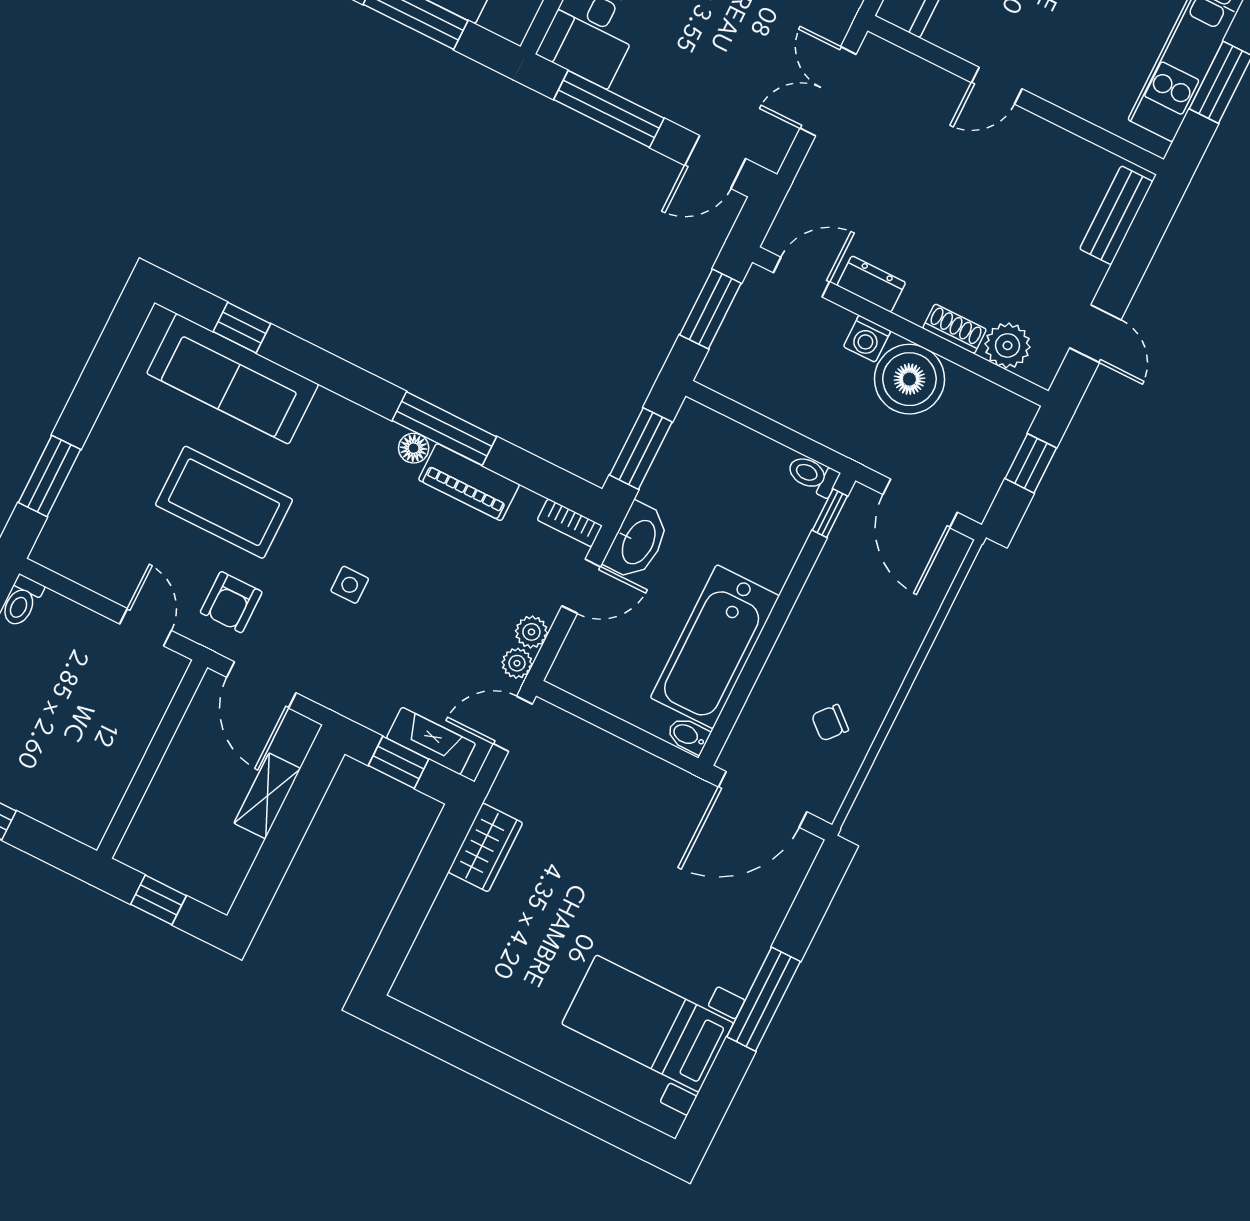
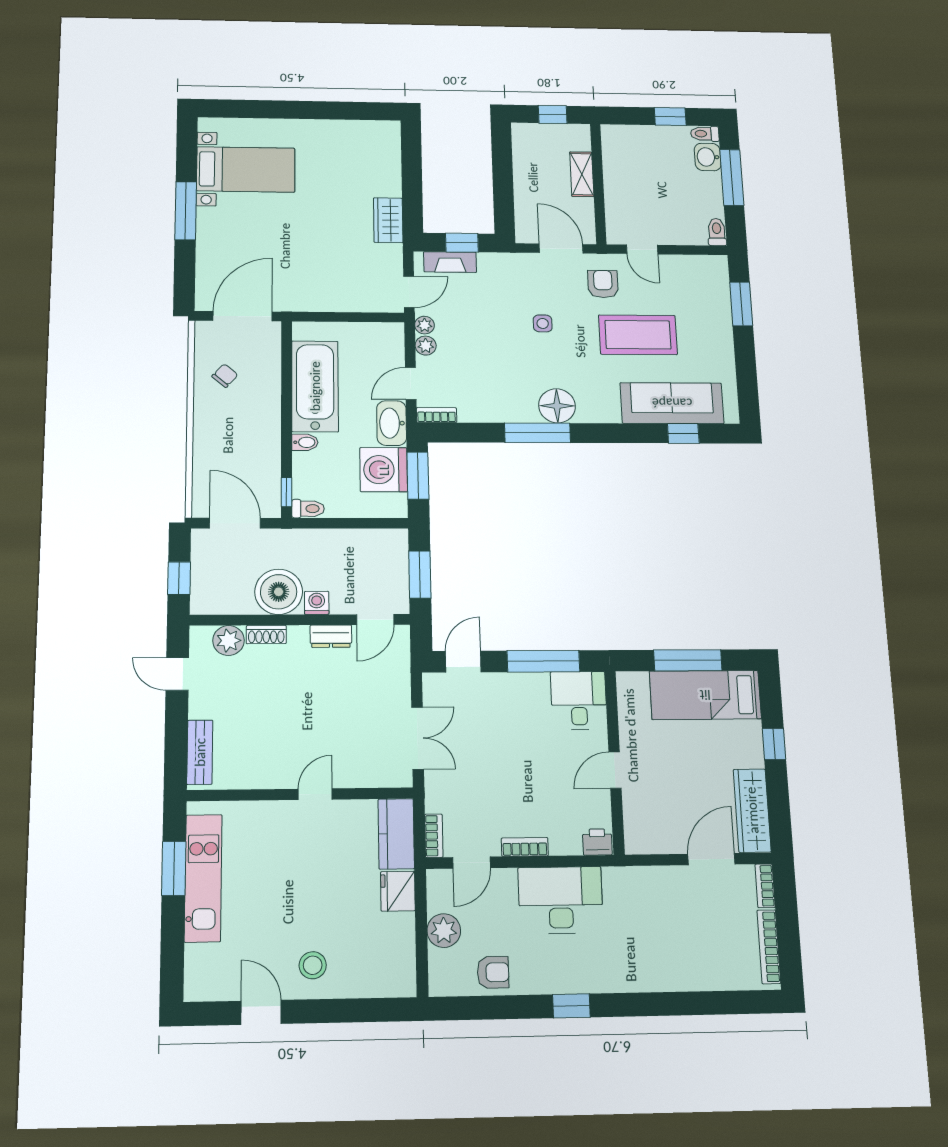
floor lamp: (414, 448) -> (557, 406), width x1.89, depth x1.89
washing machine: (683, 480) -> (384, 470), added
piano: (469, 482) -> (507, 410), removed
bidet: (688, 735) -> (305, 442), moved
shelving: (267, 796) -> (582, 174), moved

